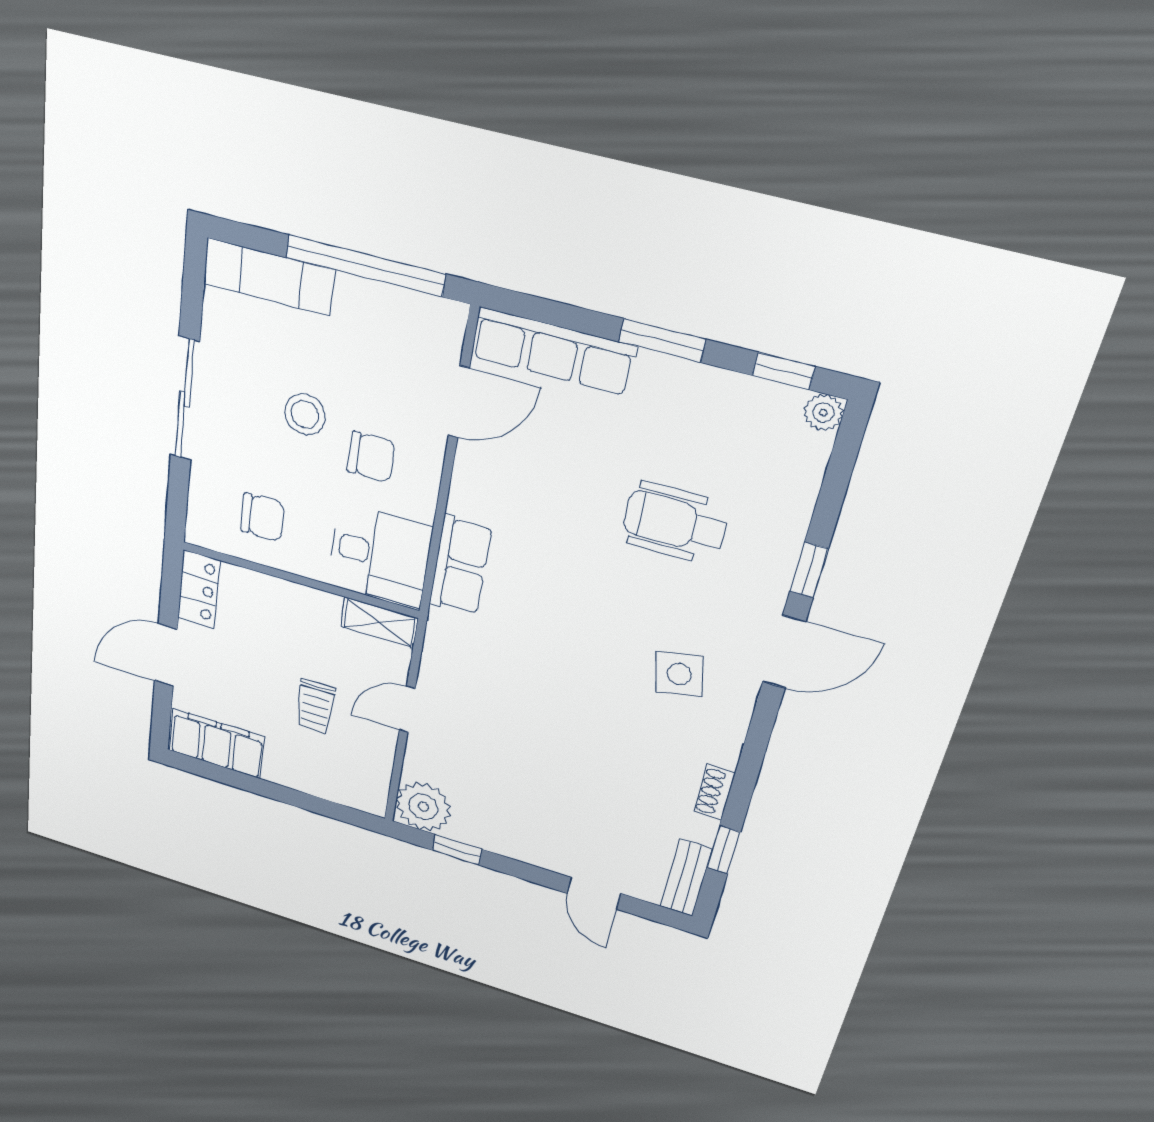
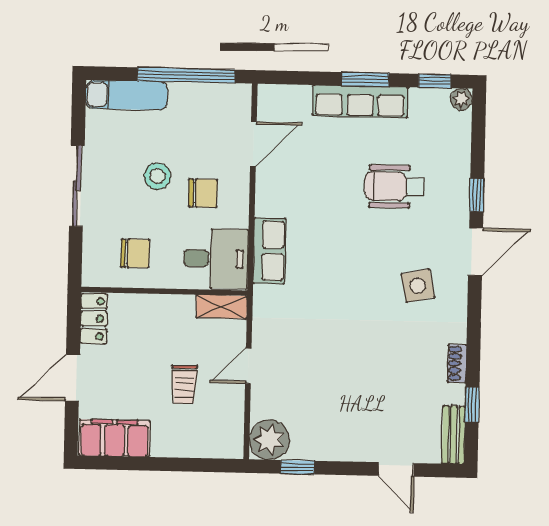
row of seats: (553, 351) -> (360, 101), moved

